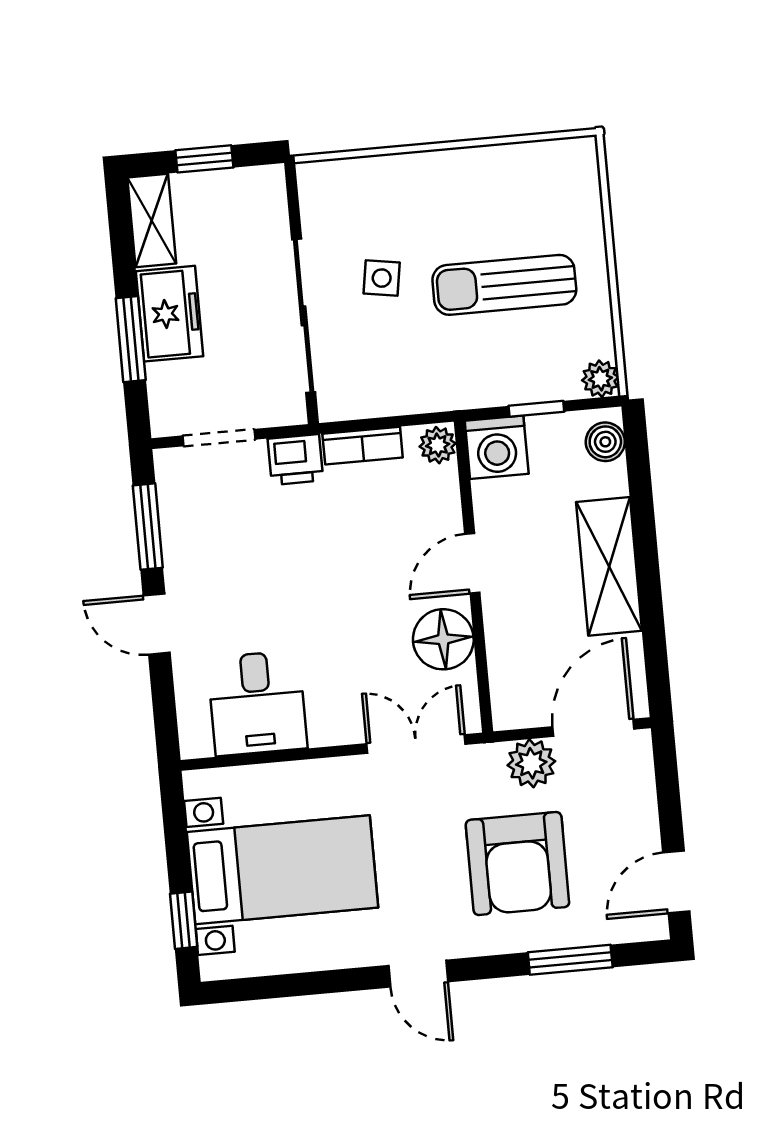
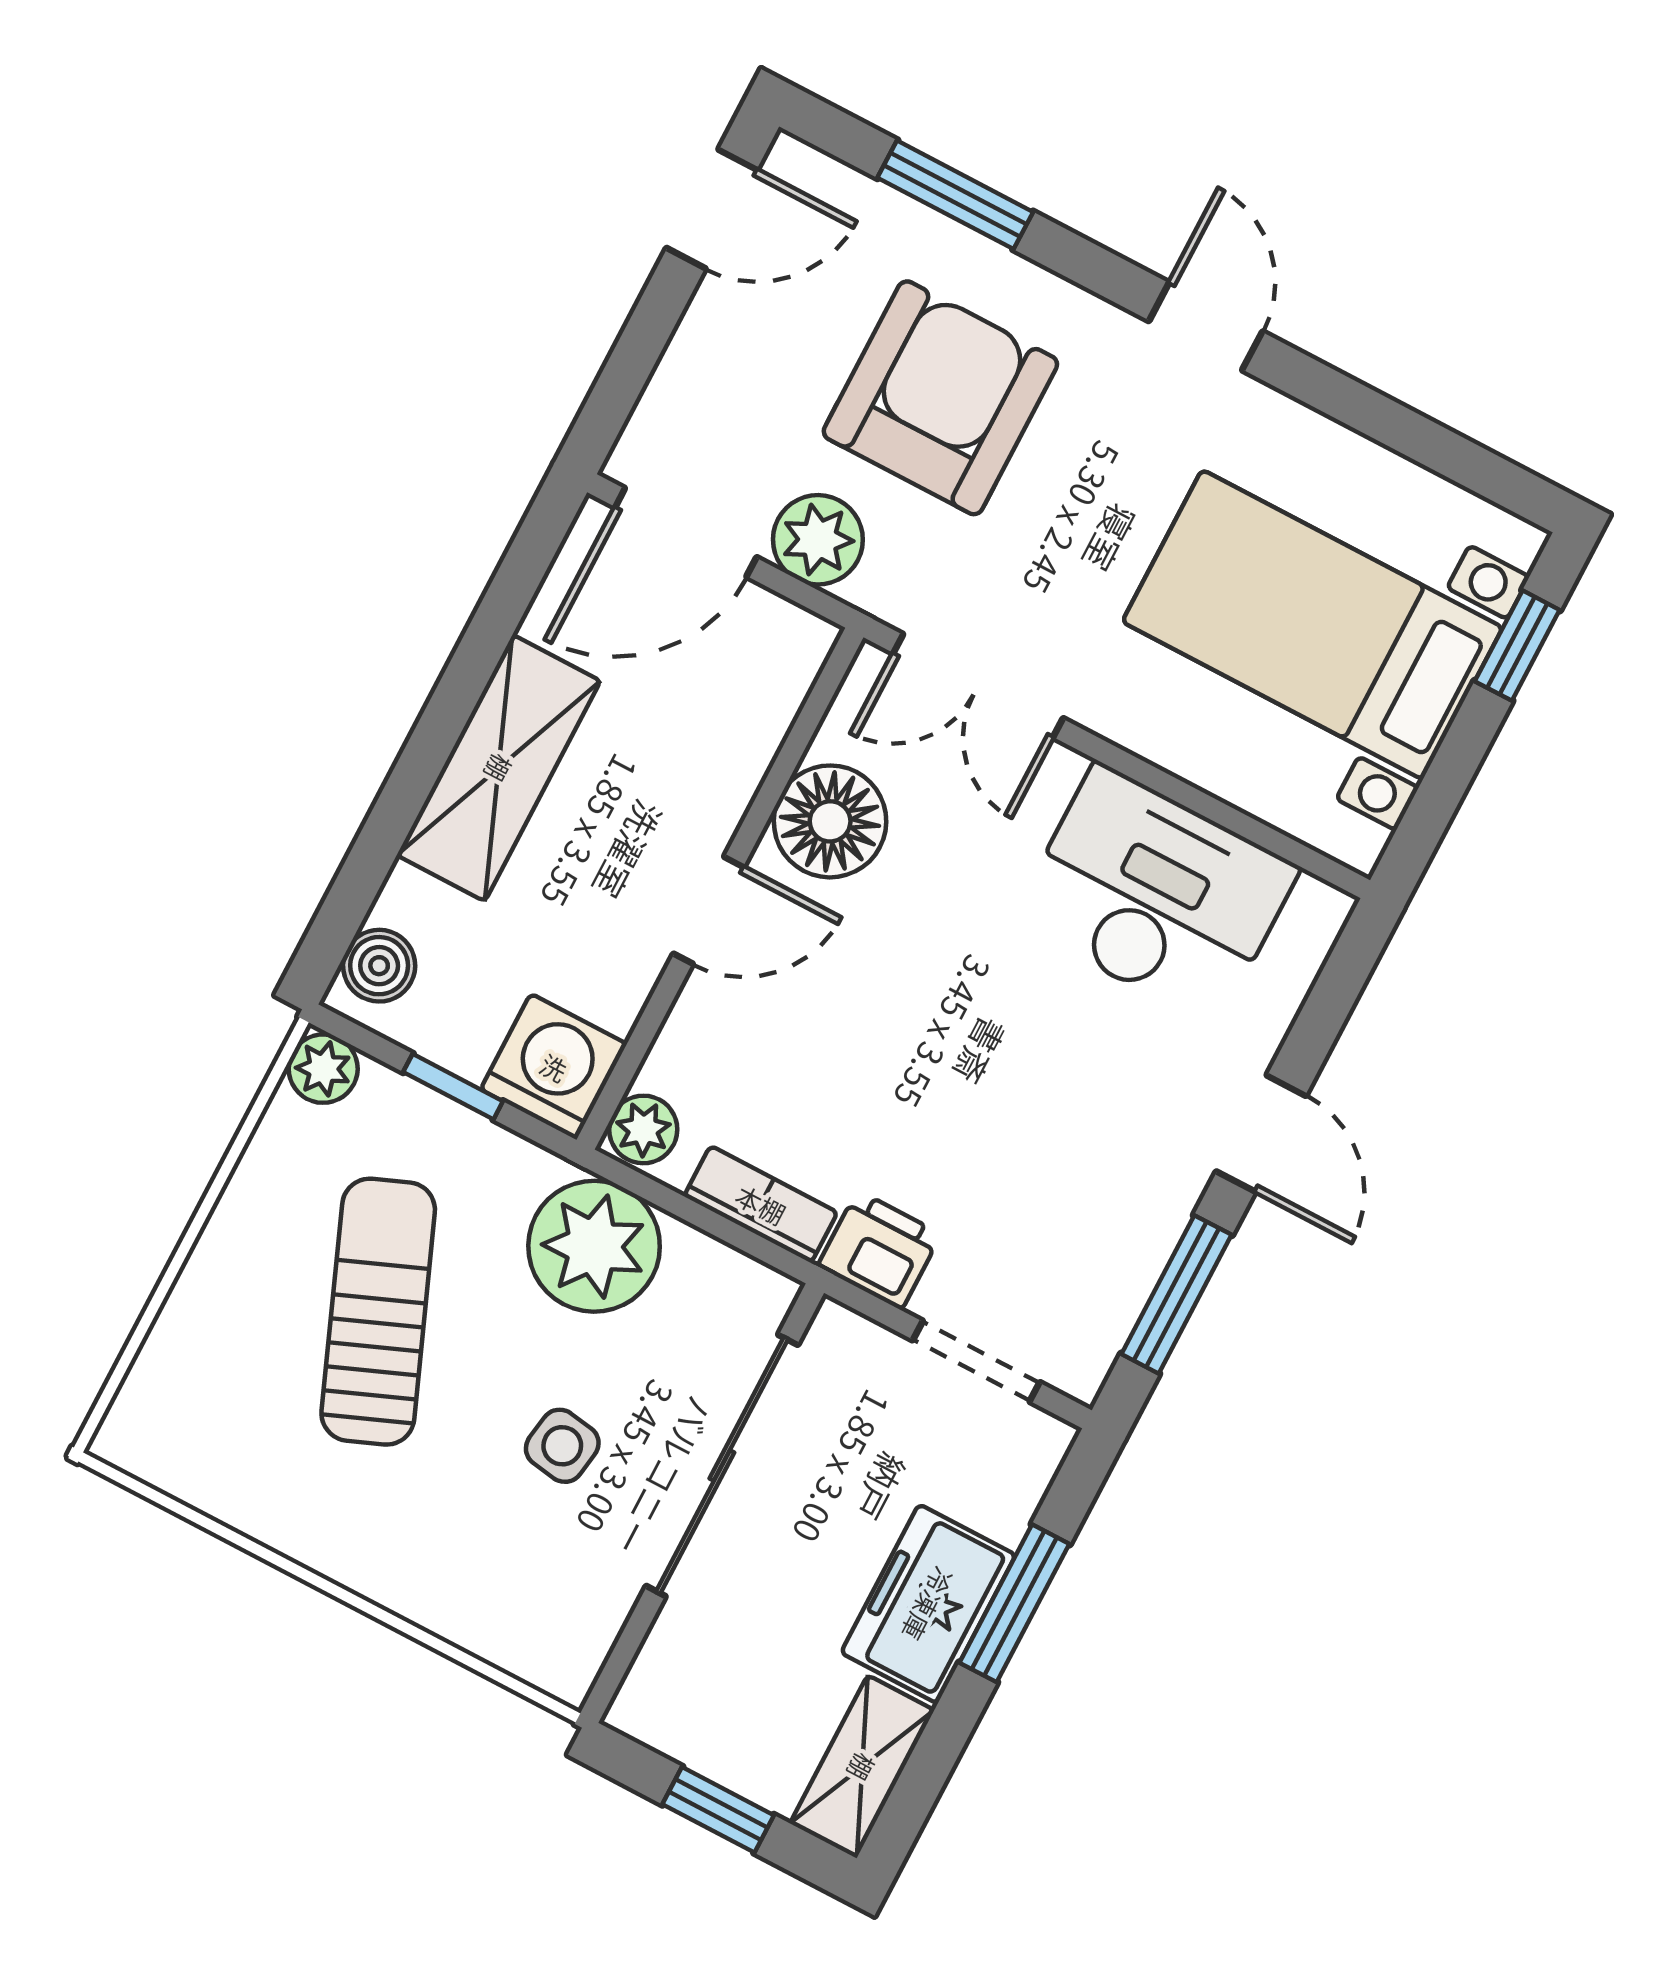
sun lounger: (504, 285) -> (378, 1312), turned -112
plant: (426, 378) -> (594, 1246), added
desk: (257, 703) -> (1156, 895), width x1.37

